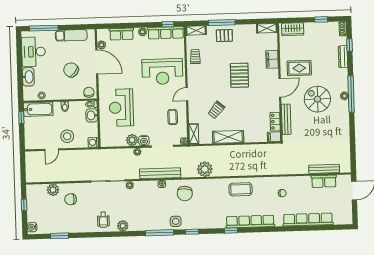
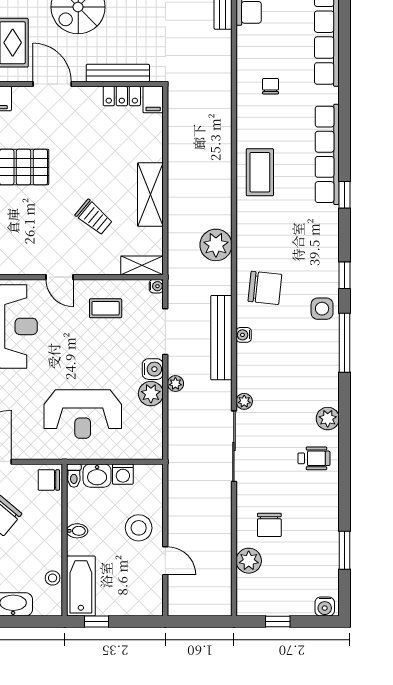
washing machine: (93, 142) -> (123, 474), moved

